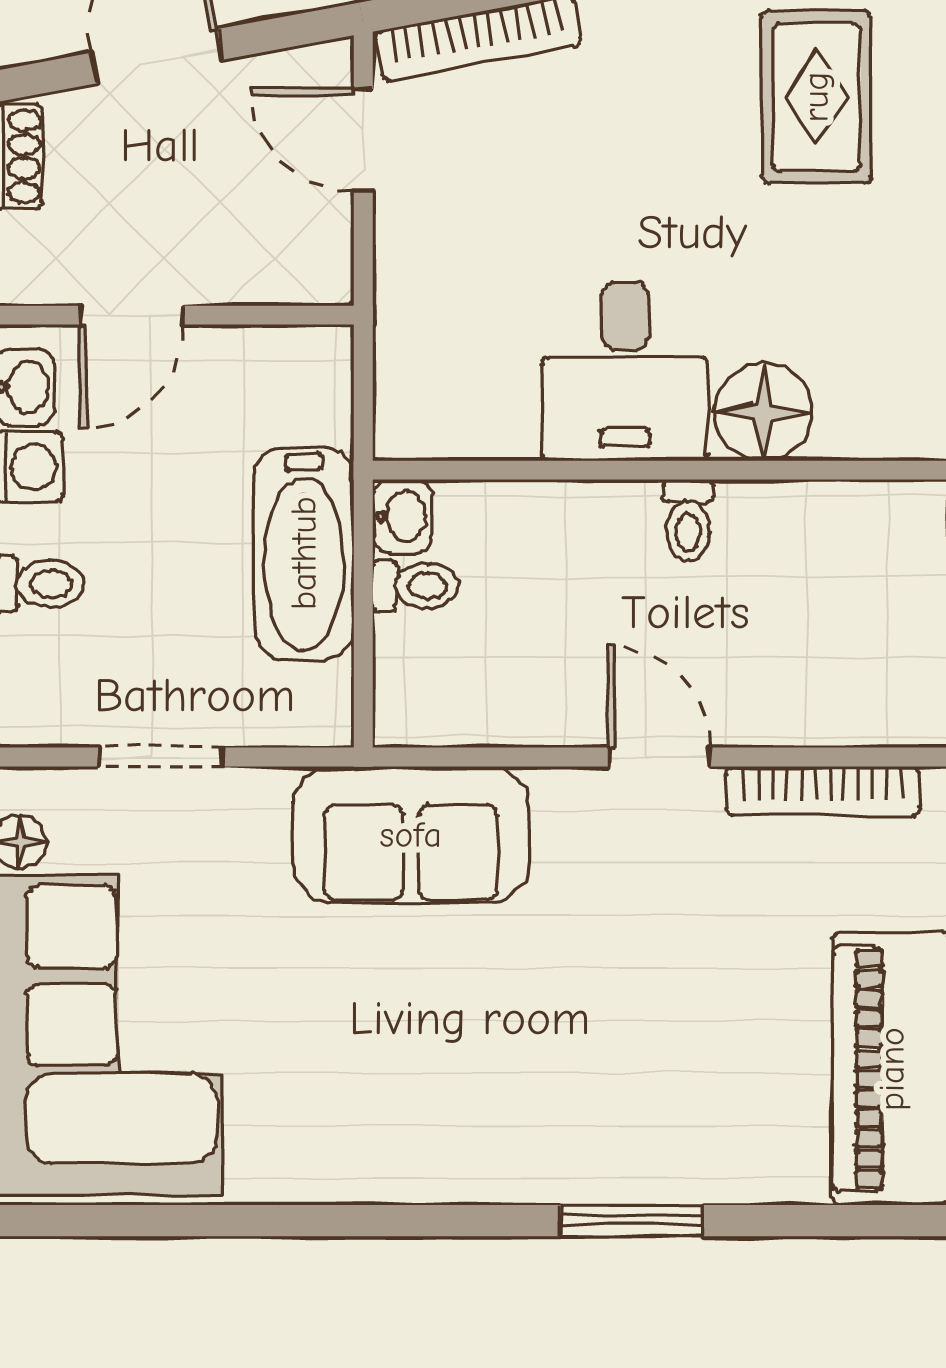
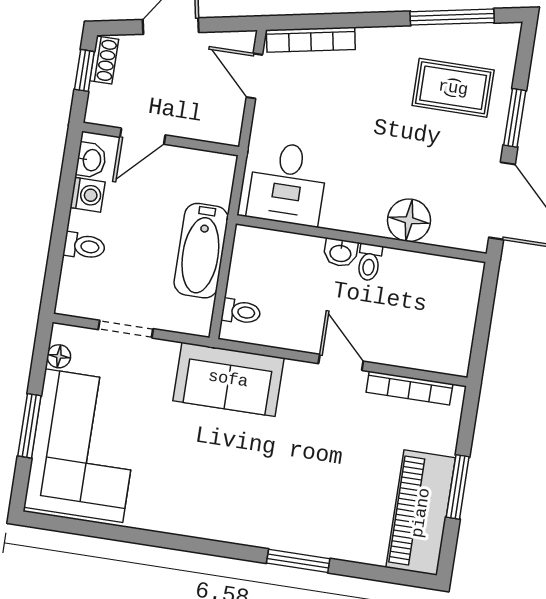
rug: (816, 97) -> (453, 88), turned 90
desk: (625, 371) -> (288, 183), moved
washbasin: (402, 516) -> (340, 253), moved, turned 90
toilet: (415, 586) -> (241, 312), moved

